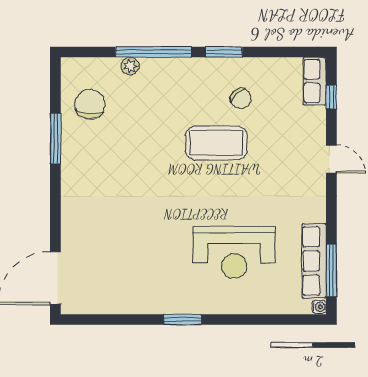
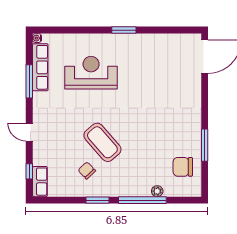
chair: (90, 104) -> (183, 167), turned 84
coffee table: (216, 143) -> (102, 142), turned 49
window: (331, 271) -> (29, 81), moved

